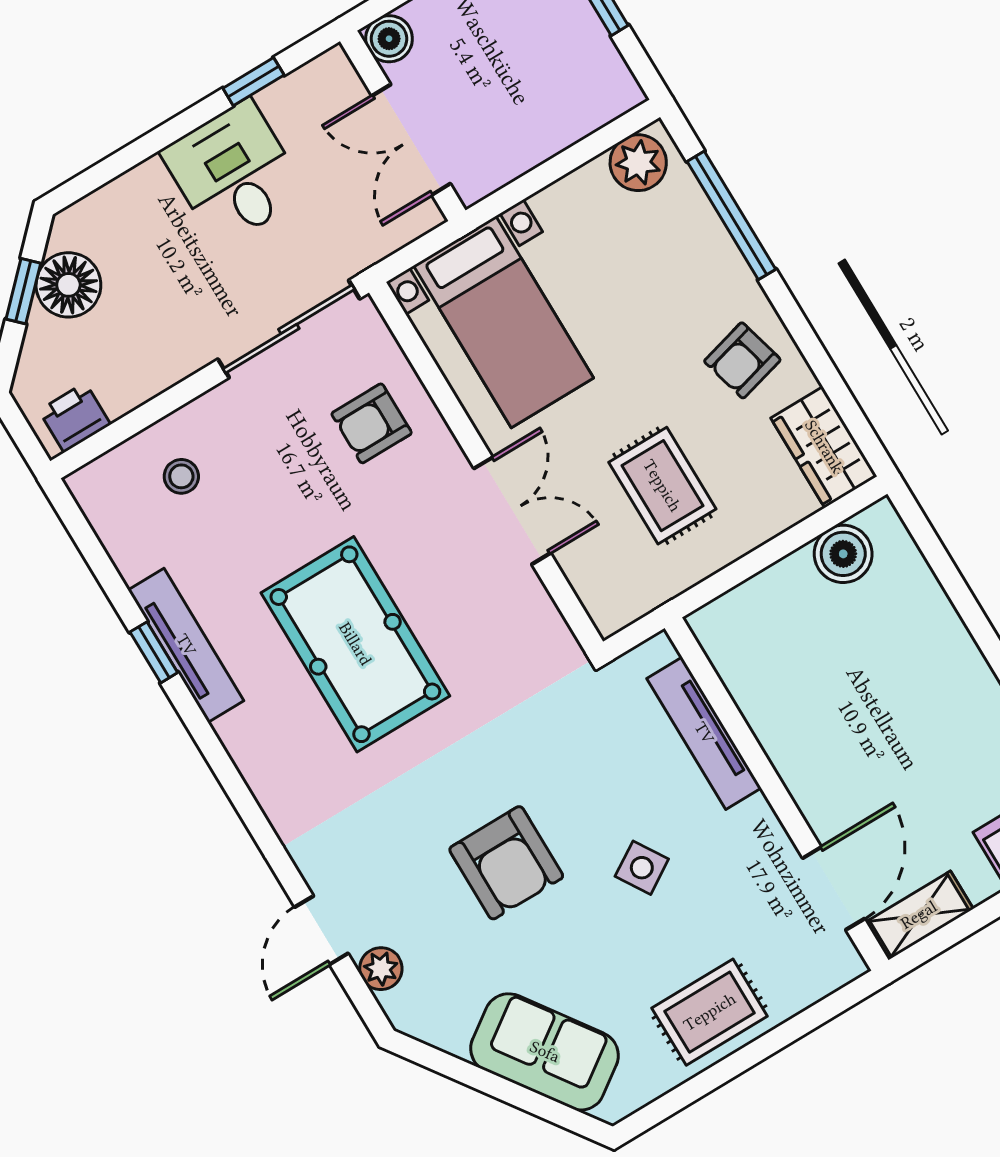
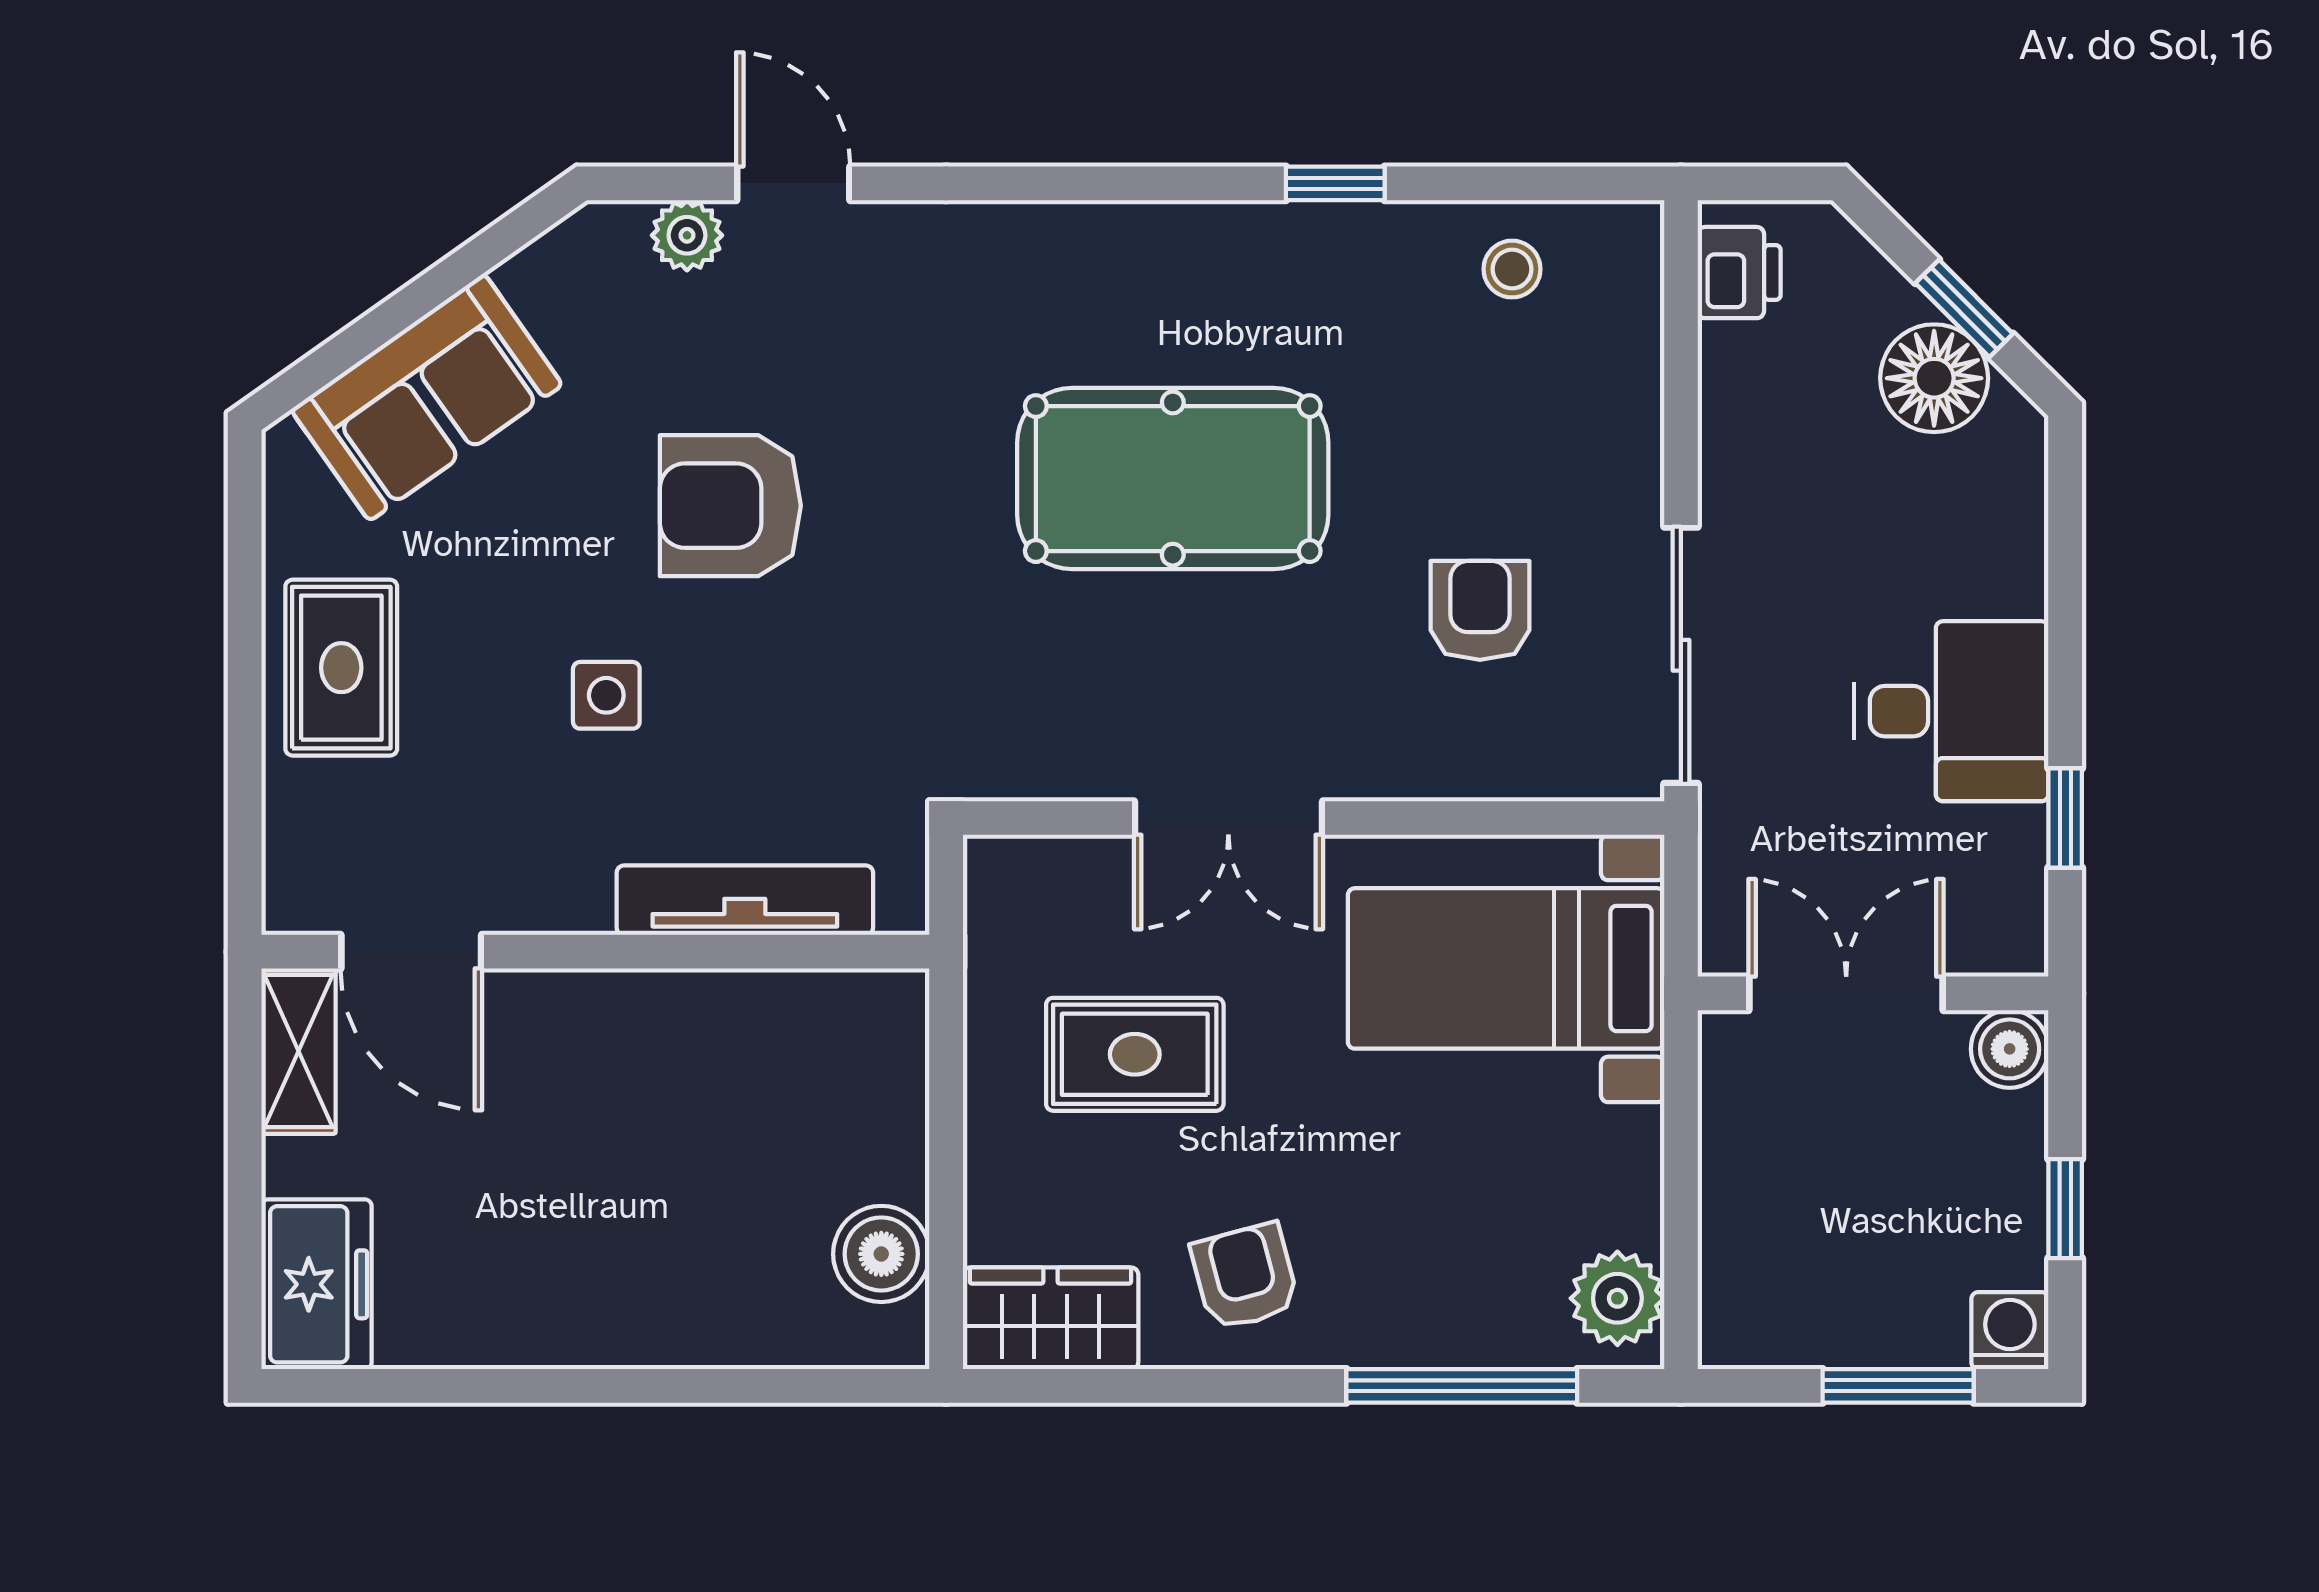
armchair: (372, 423) -> (1480, 610), moved
stool: (181, 476) -> (1512, 269), moved
tv unit: (186, 645) -> (1318, 235), removed
side table: (642, 868) -> (606, 695), turned 32

